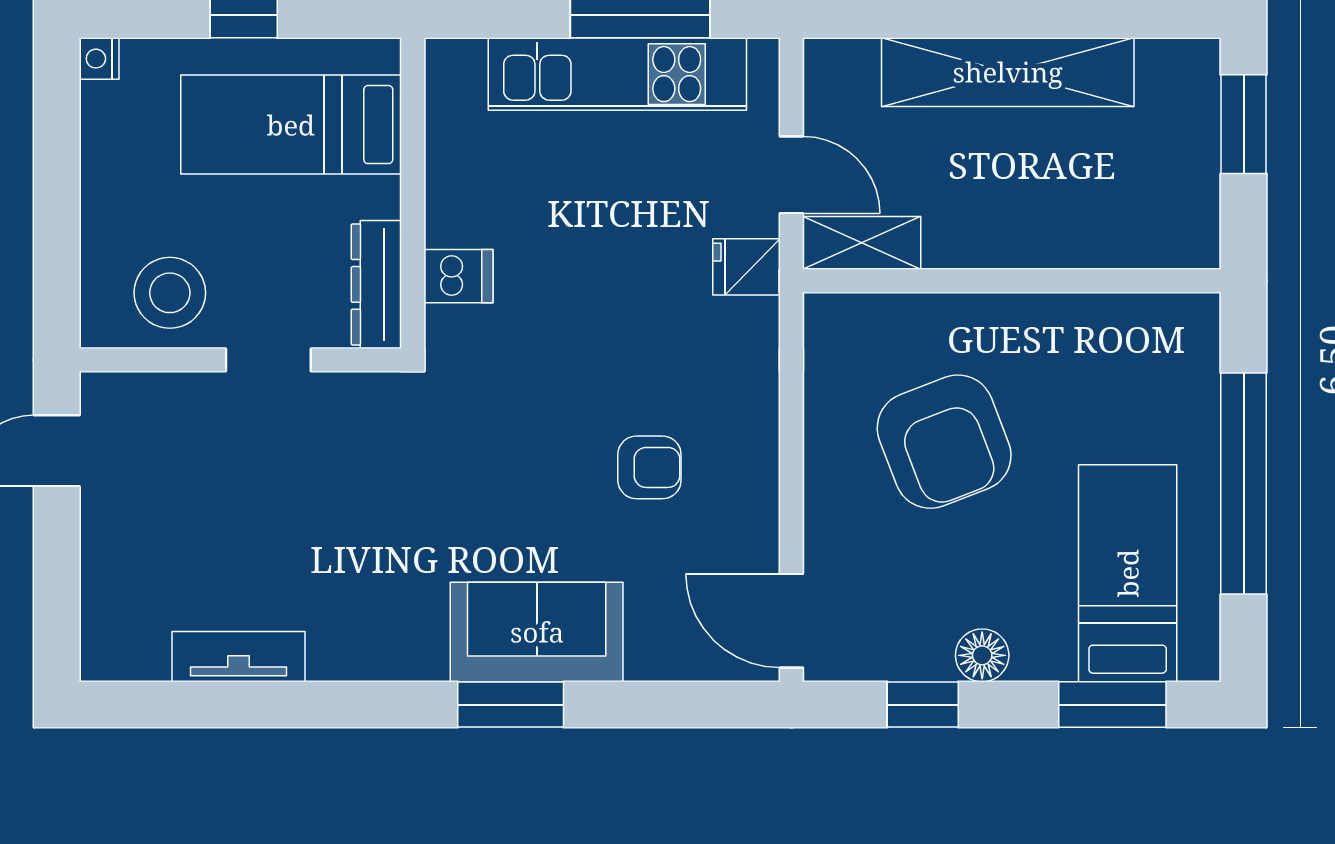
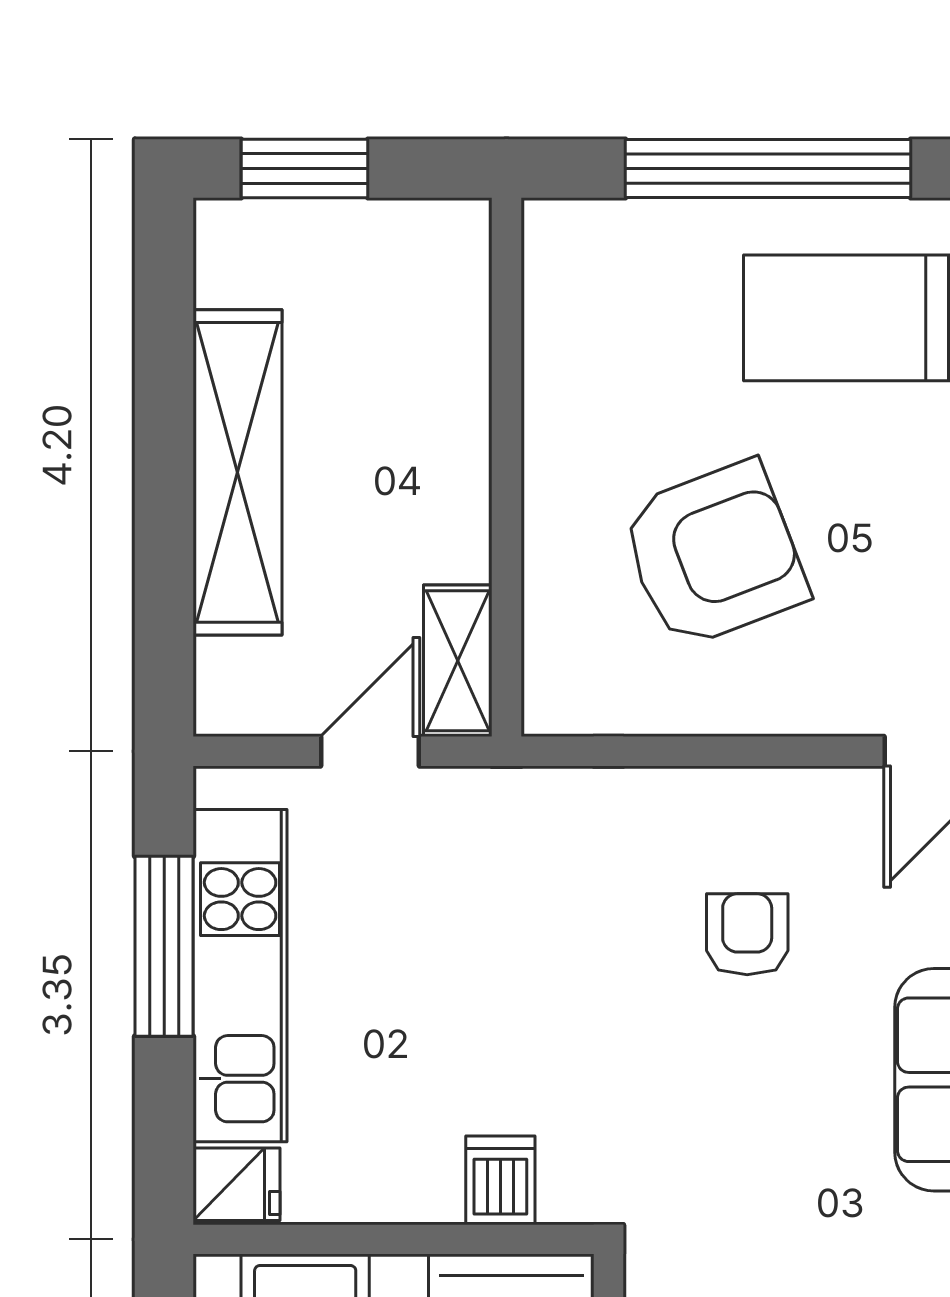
fridge: (746, 267) -> (237, 1184), moved, turned -90

